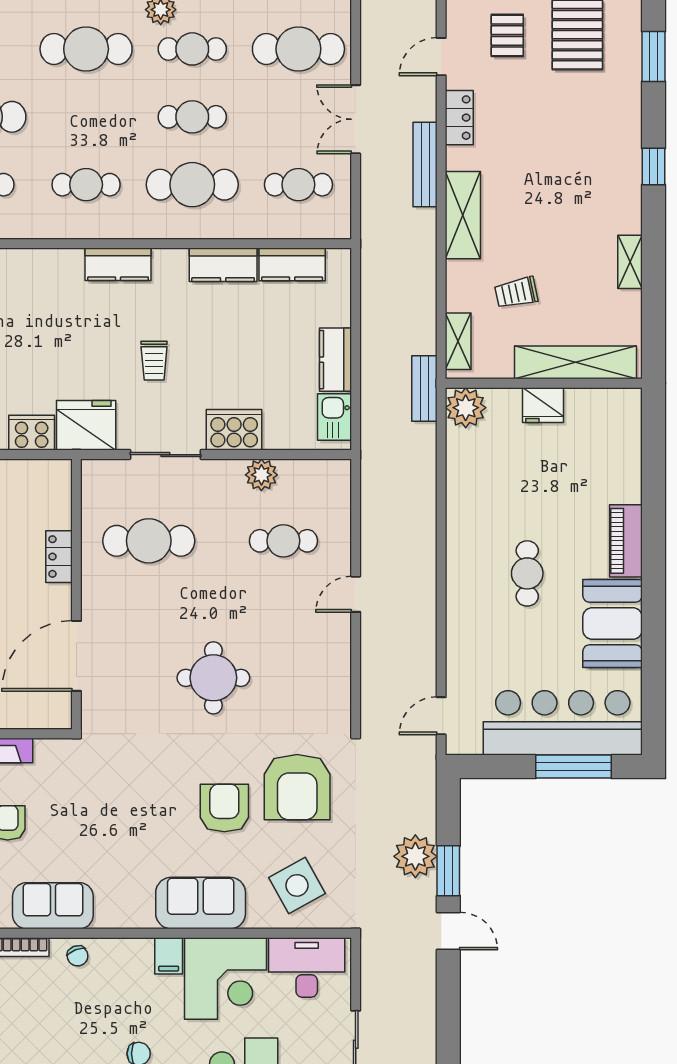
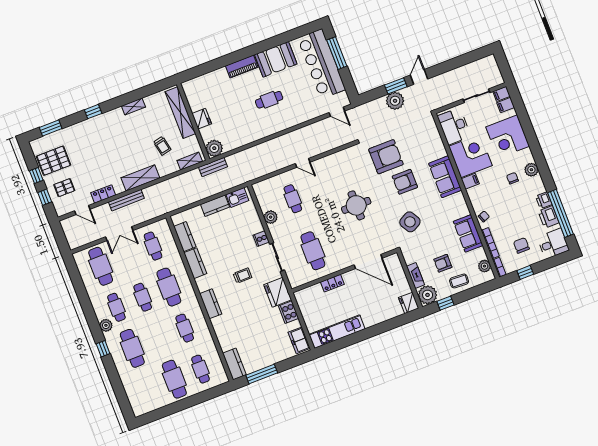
cooker: (234, 430) -> (261, 239), width x0.53, depth x0.76
side table: (297, 885) -> (410, 222), moved

